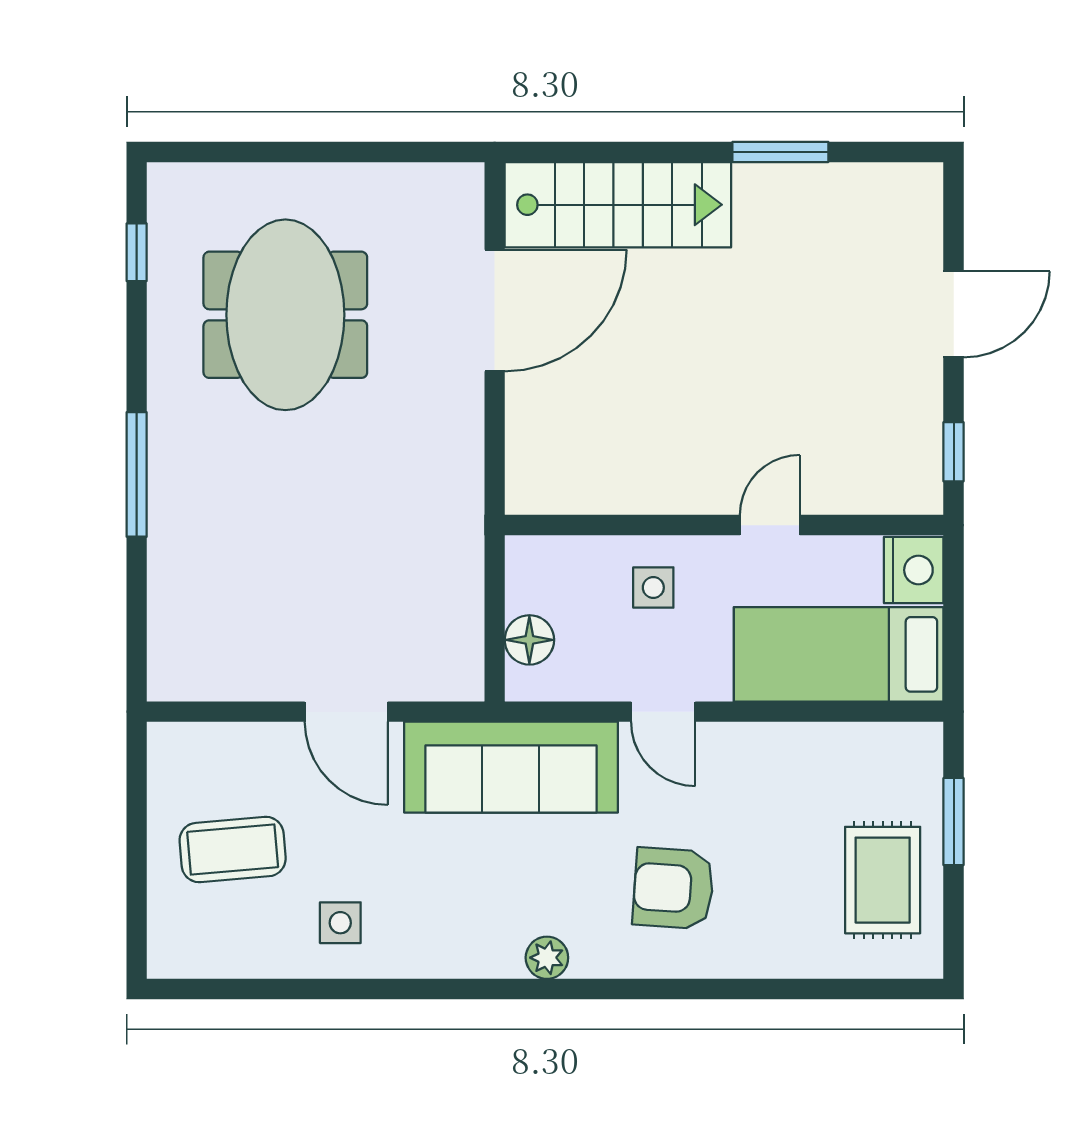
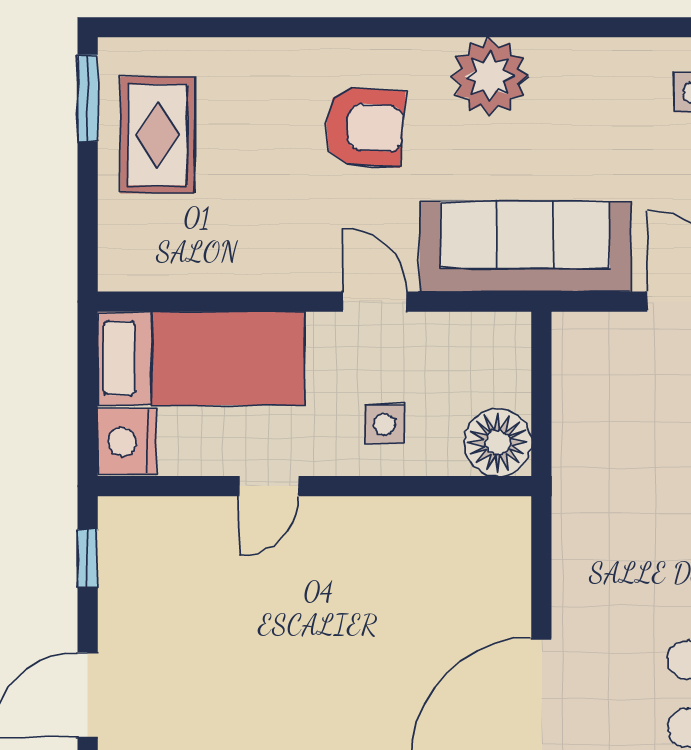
floor lamp: (529, 640) -> (498, 443), moved, width x1.38, depth x1.38
window: (954, 822) -> (88, 98), moved
plant: (547, 958) -> (490, 76), width x1.88, depth x1.88

